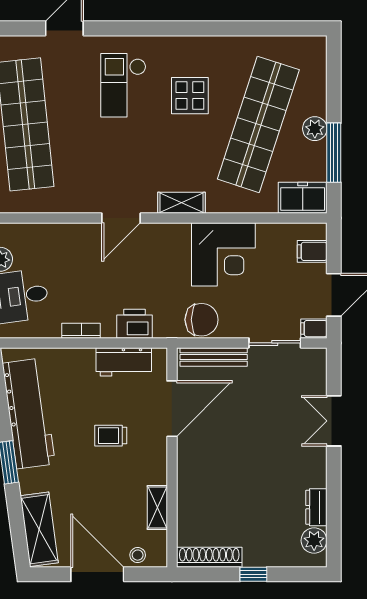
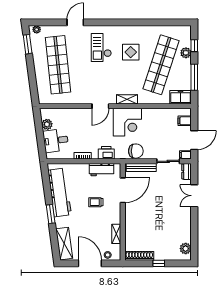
window: (334, 81) -> (194, 46), added
plant: (315, 129) -> (186, 53), moved
corner desk: (223, 254) -> (127, 122), moved
dresser: (316, 507) -> (187, 172), moved

